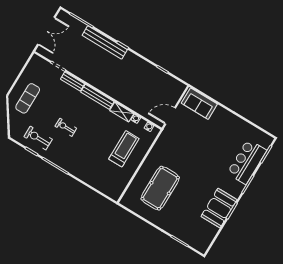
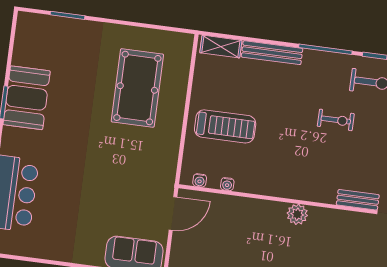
plant: (107, 88) -> (297, 214), added
bench: (97, 97) -> (272, 53), moved
shelving: (122, 112) -> (221, 47), moved
treadmill: (124, 149) -> (225, 126), turned -90

